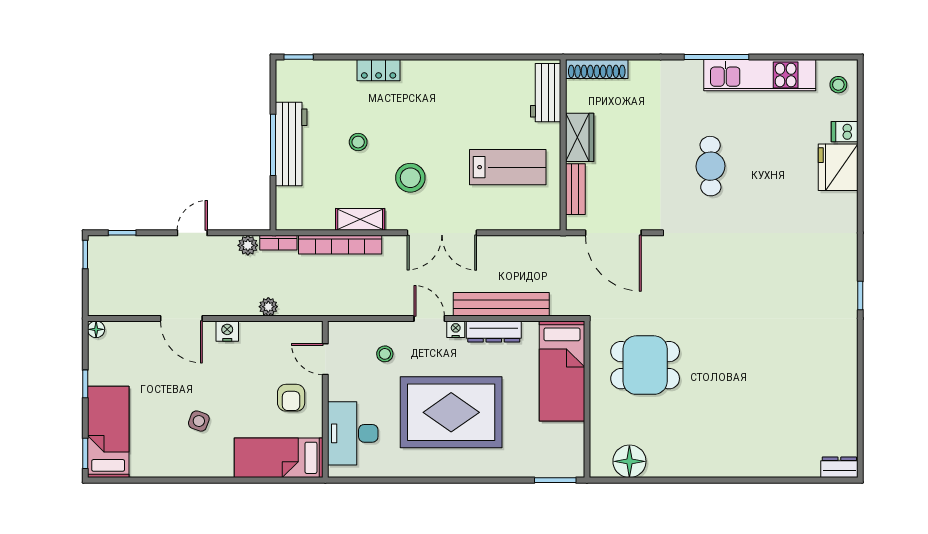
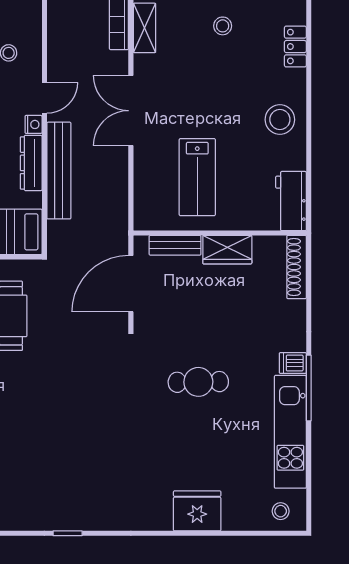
workbench: (546, 93) -> (291, 201), moved, turned -90
dishwasher: (845, 132) -> (293, 363), moved, turned -90
stool: (410, 178) -> (280, 120), moved

